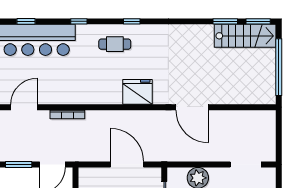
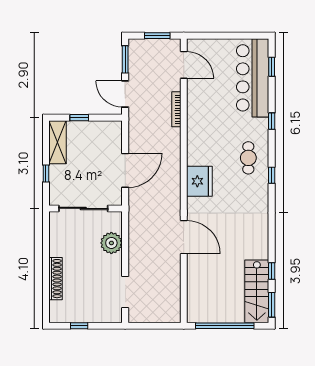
window: (225, 21) -> (272, 271), width x0.67
door: (192, 107) -> (184, 237), swing flipped

